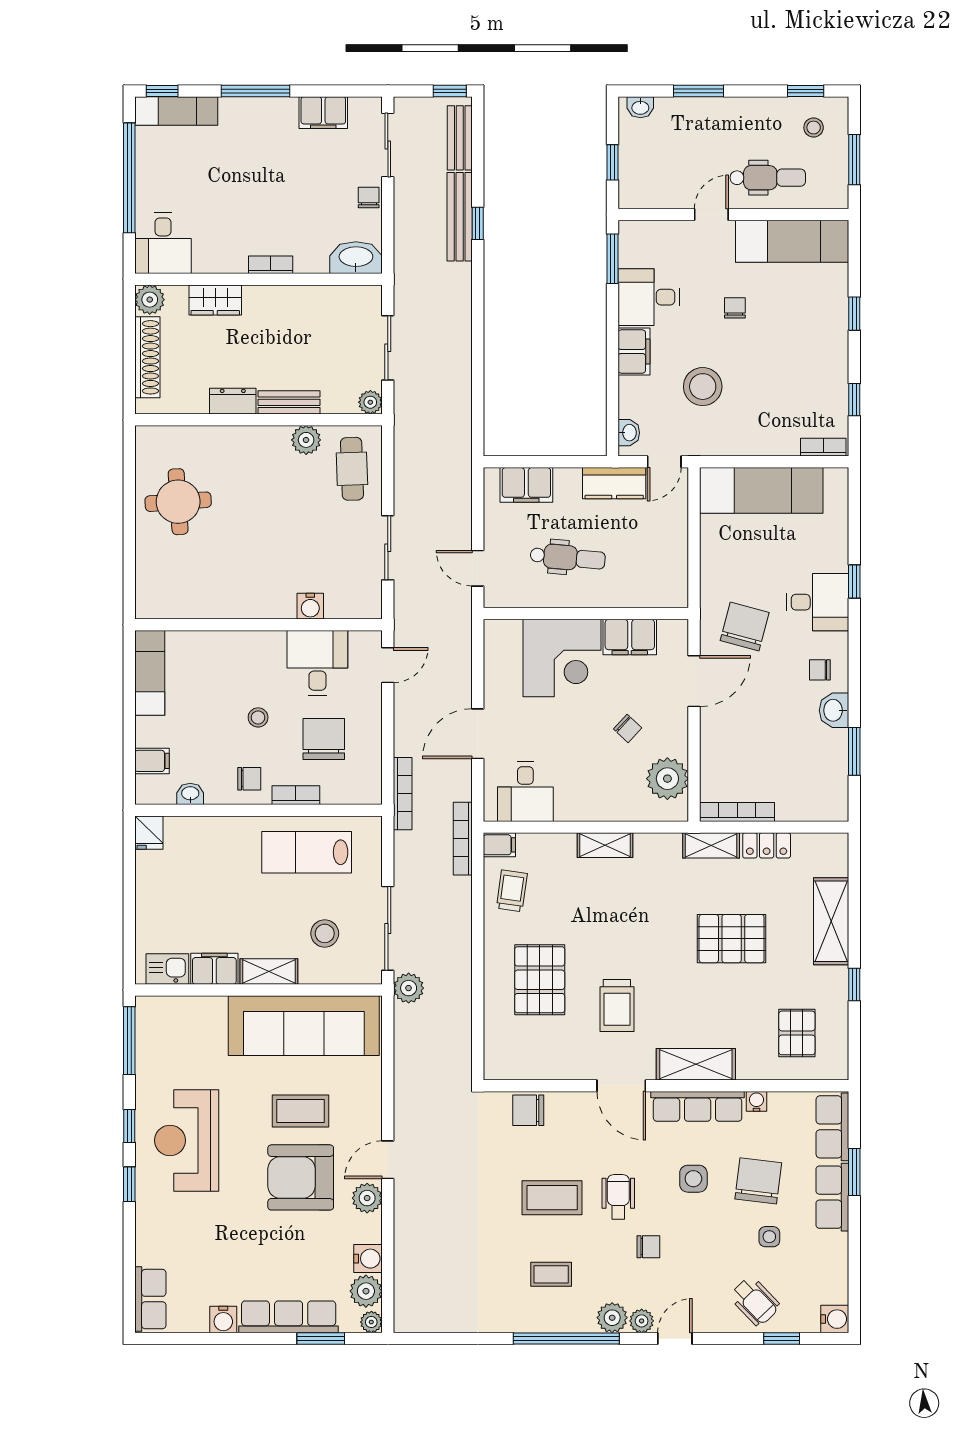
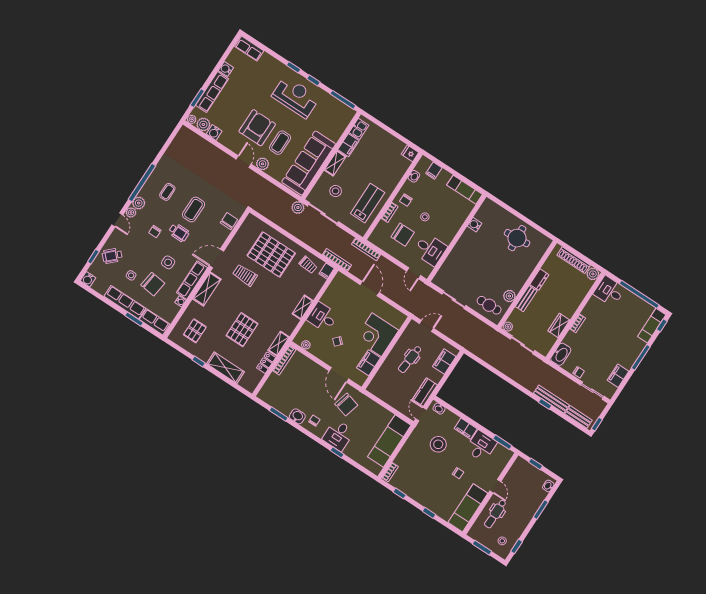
wardrobe: (215, 300) -> (559, 325), moved
water cooler: (310, 606) -> (475, 225), moved
plant: (667, 779) -> (306, 345), width x0.53, depth x0.53
desk: (525, 792) -> (322, 317), moved
pallet: (540, 980) -> (271, 254), width x1.37, depth x1.41
pallet: (797, 1033) -> (195, 331), turned 90
row of seats: (832, 1197) -> (125, 302), width x1.48
plant: (367, 1198) -> (263, 164), moved

